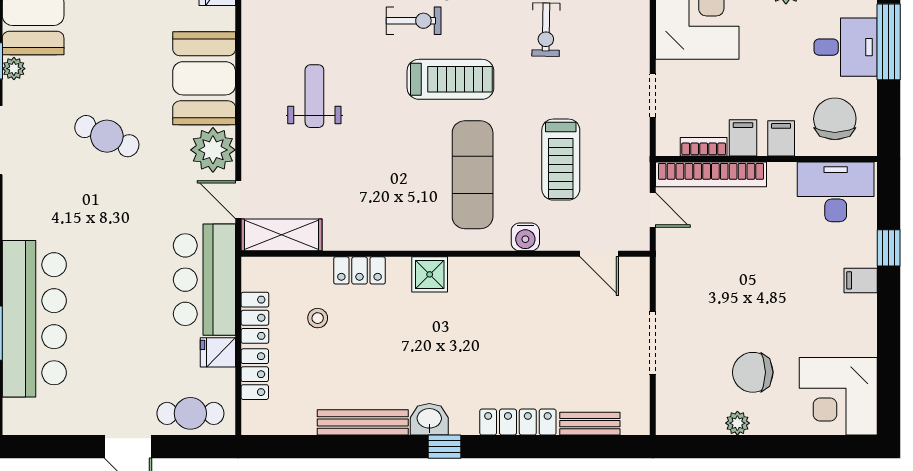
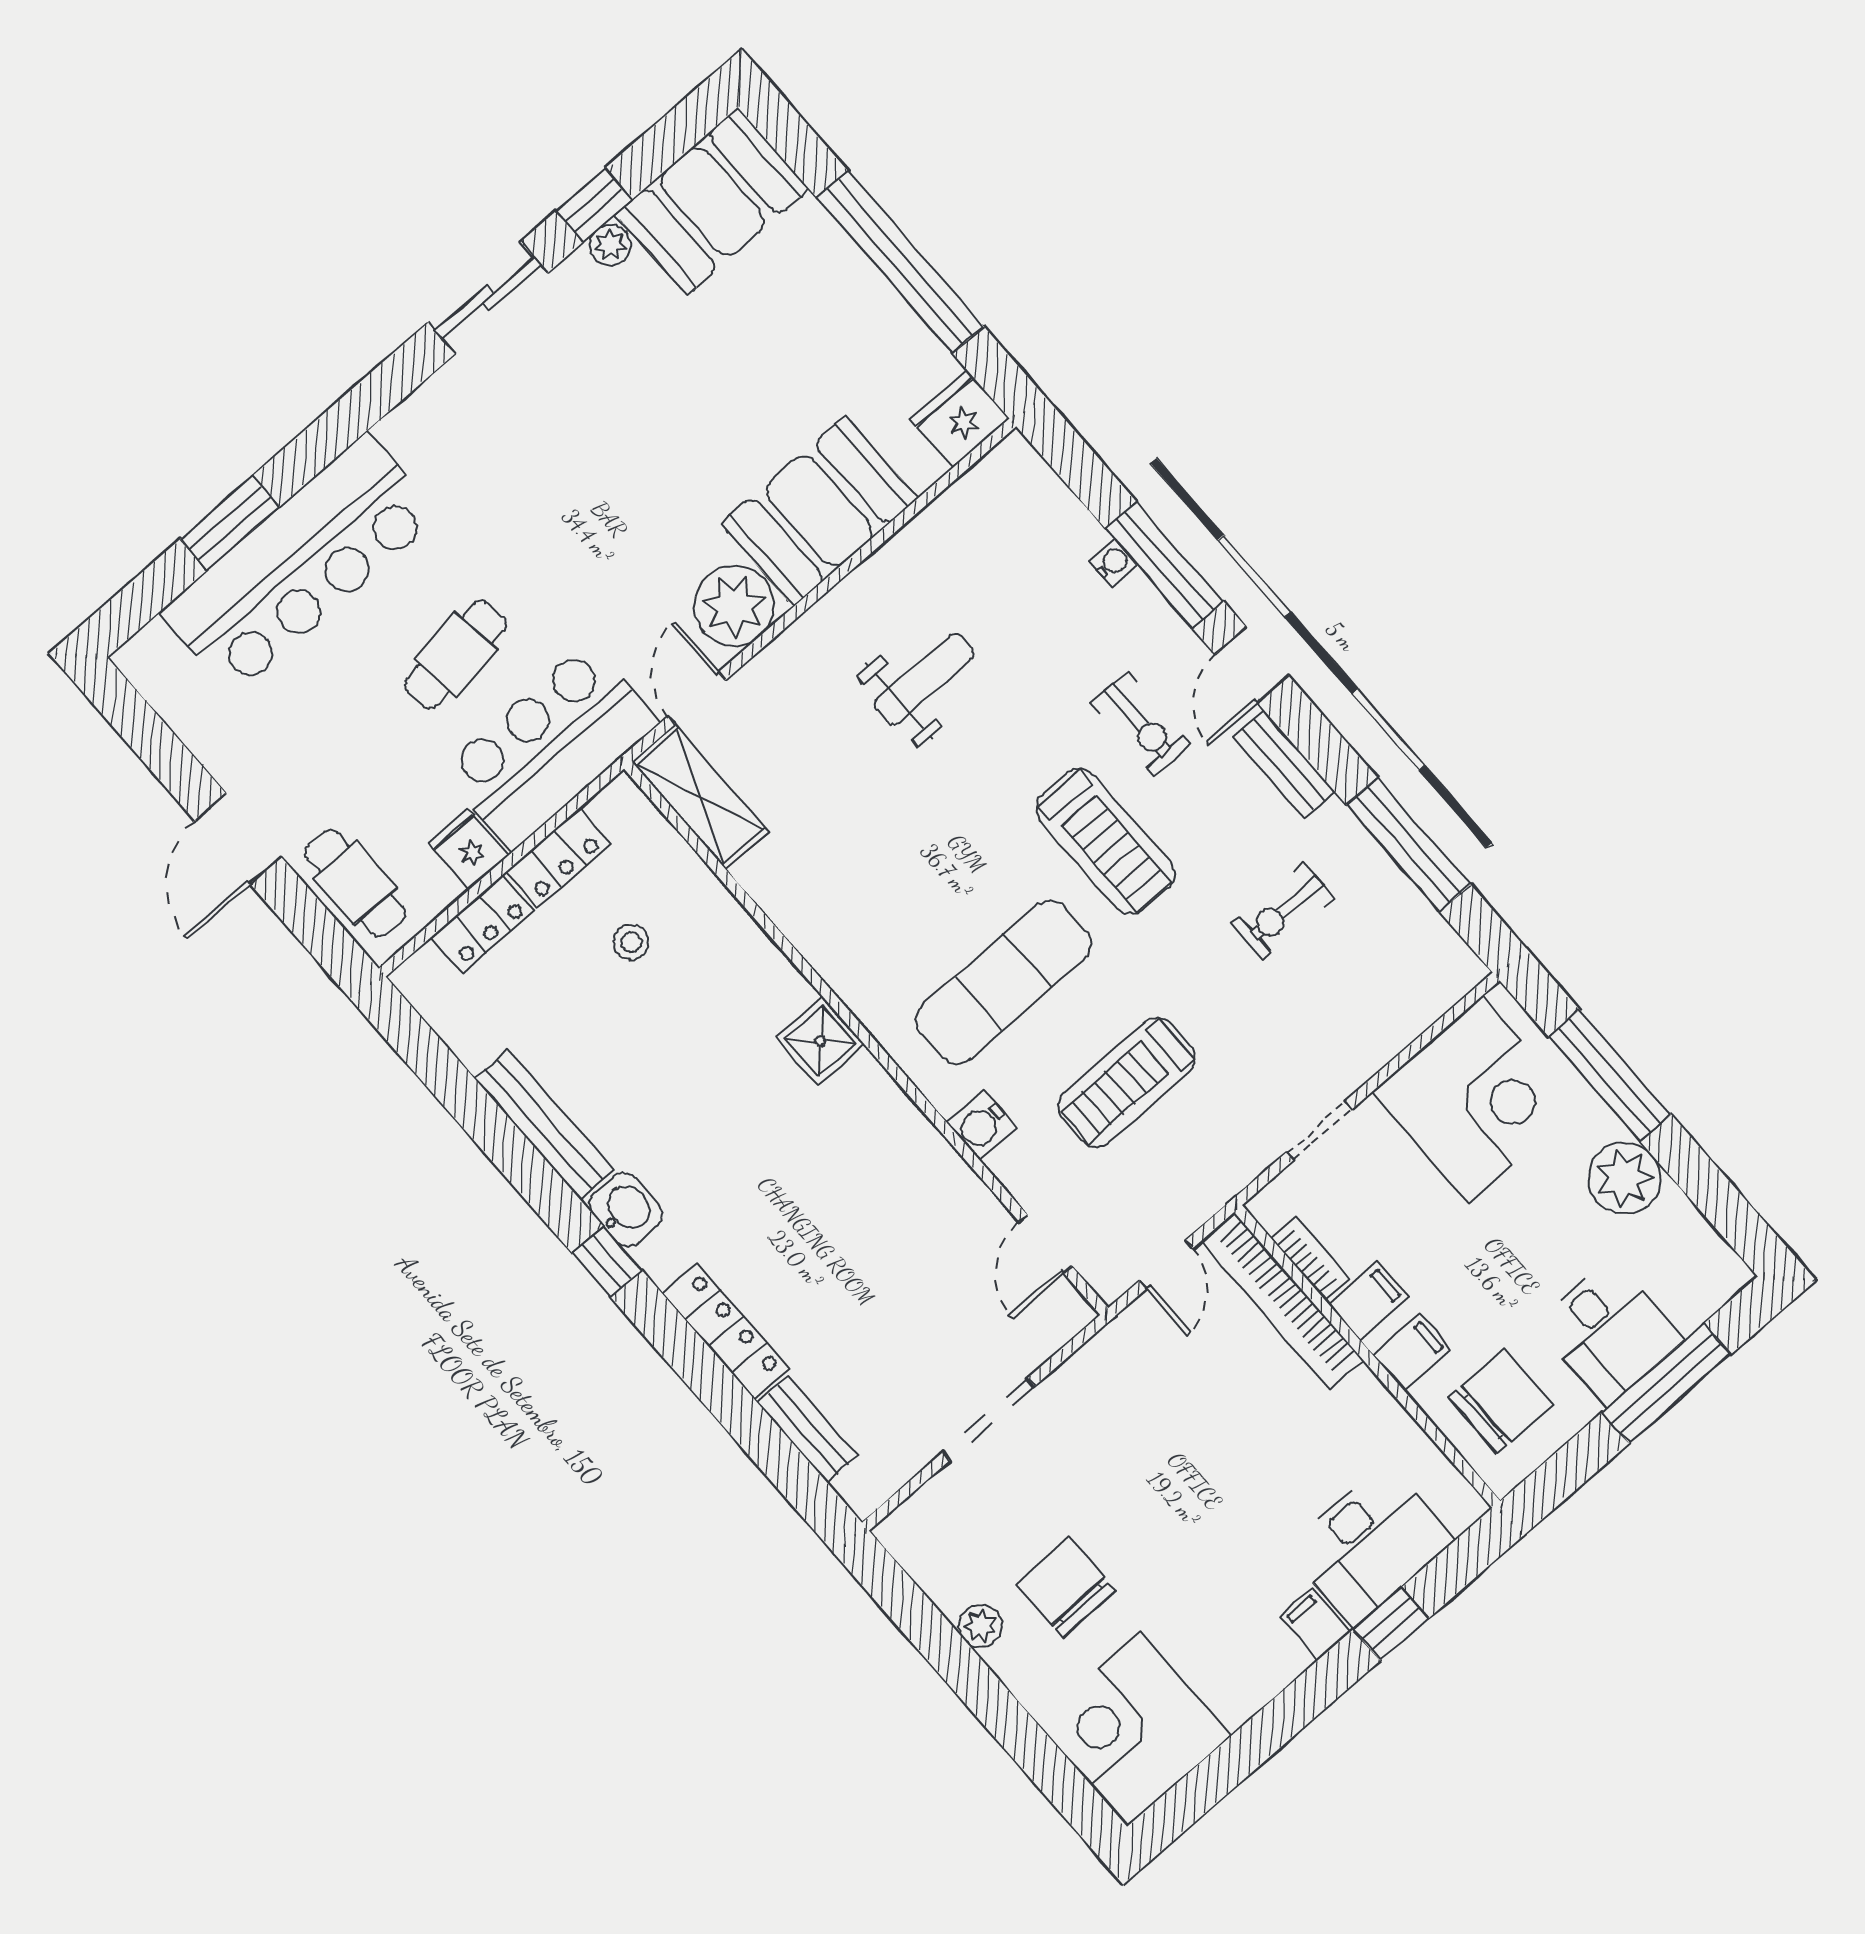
cafe table: (107, 136) -> (455, 654), moved, turned 59
desk: (836, 192) -> (1370, 1545), moved, turned 90
locker: (360, 270) -> (744, 943), removed

